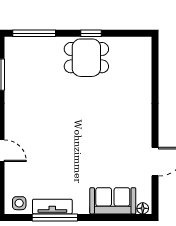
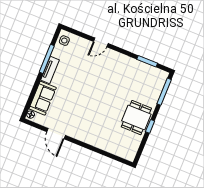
tv unit: (52, 207) -> (50, 70), moved

